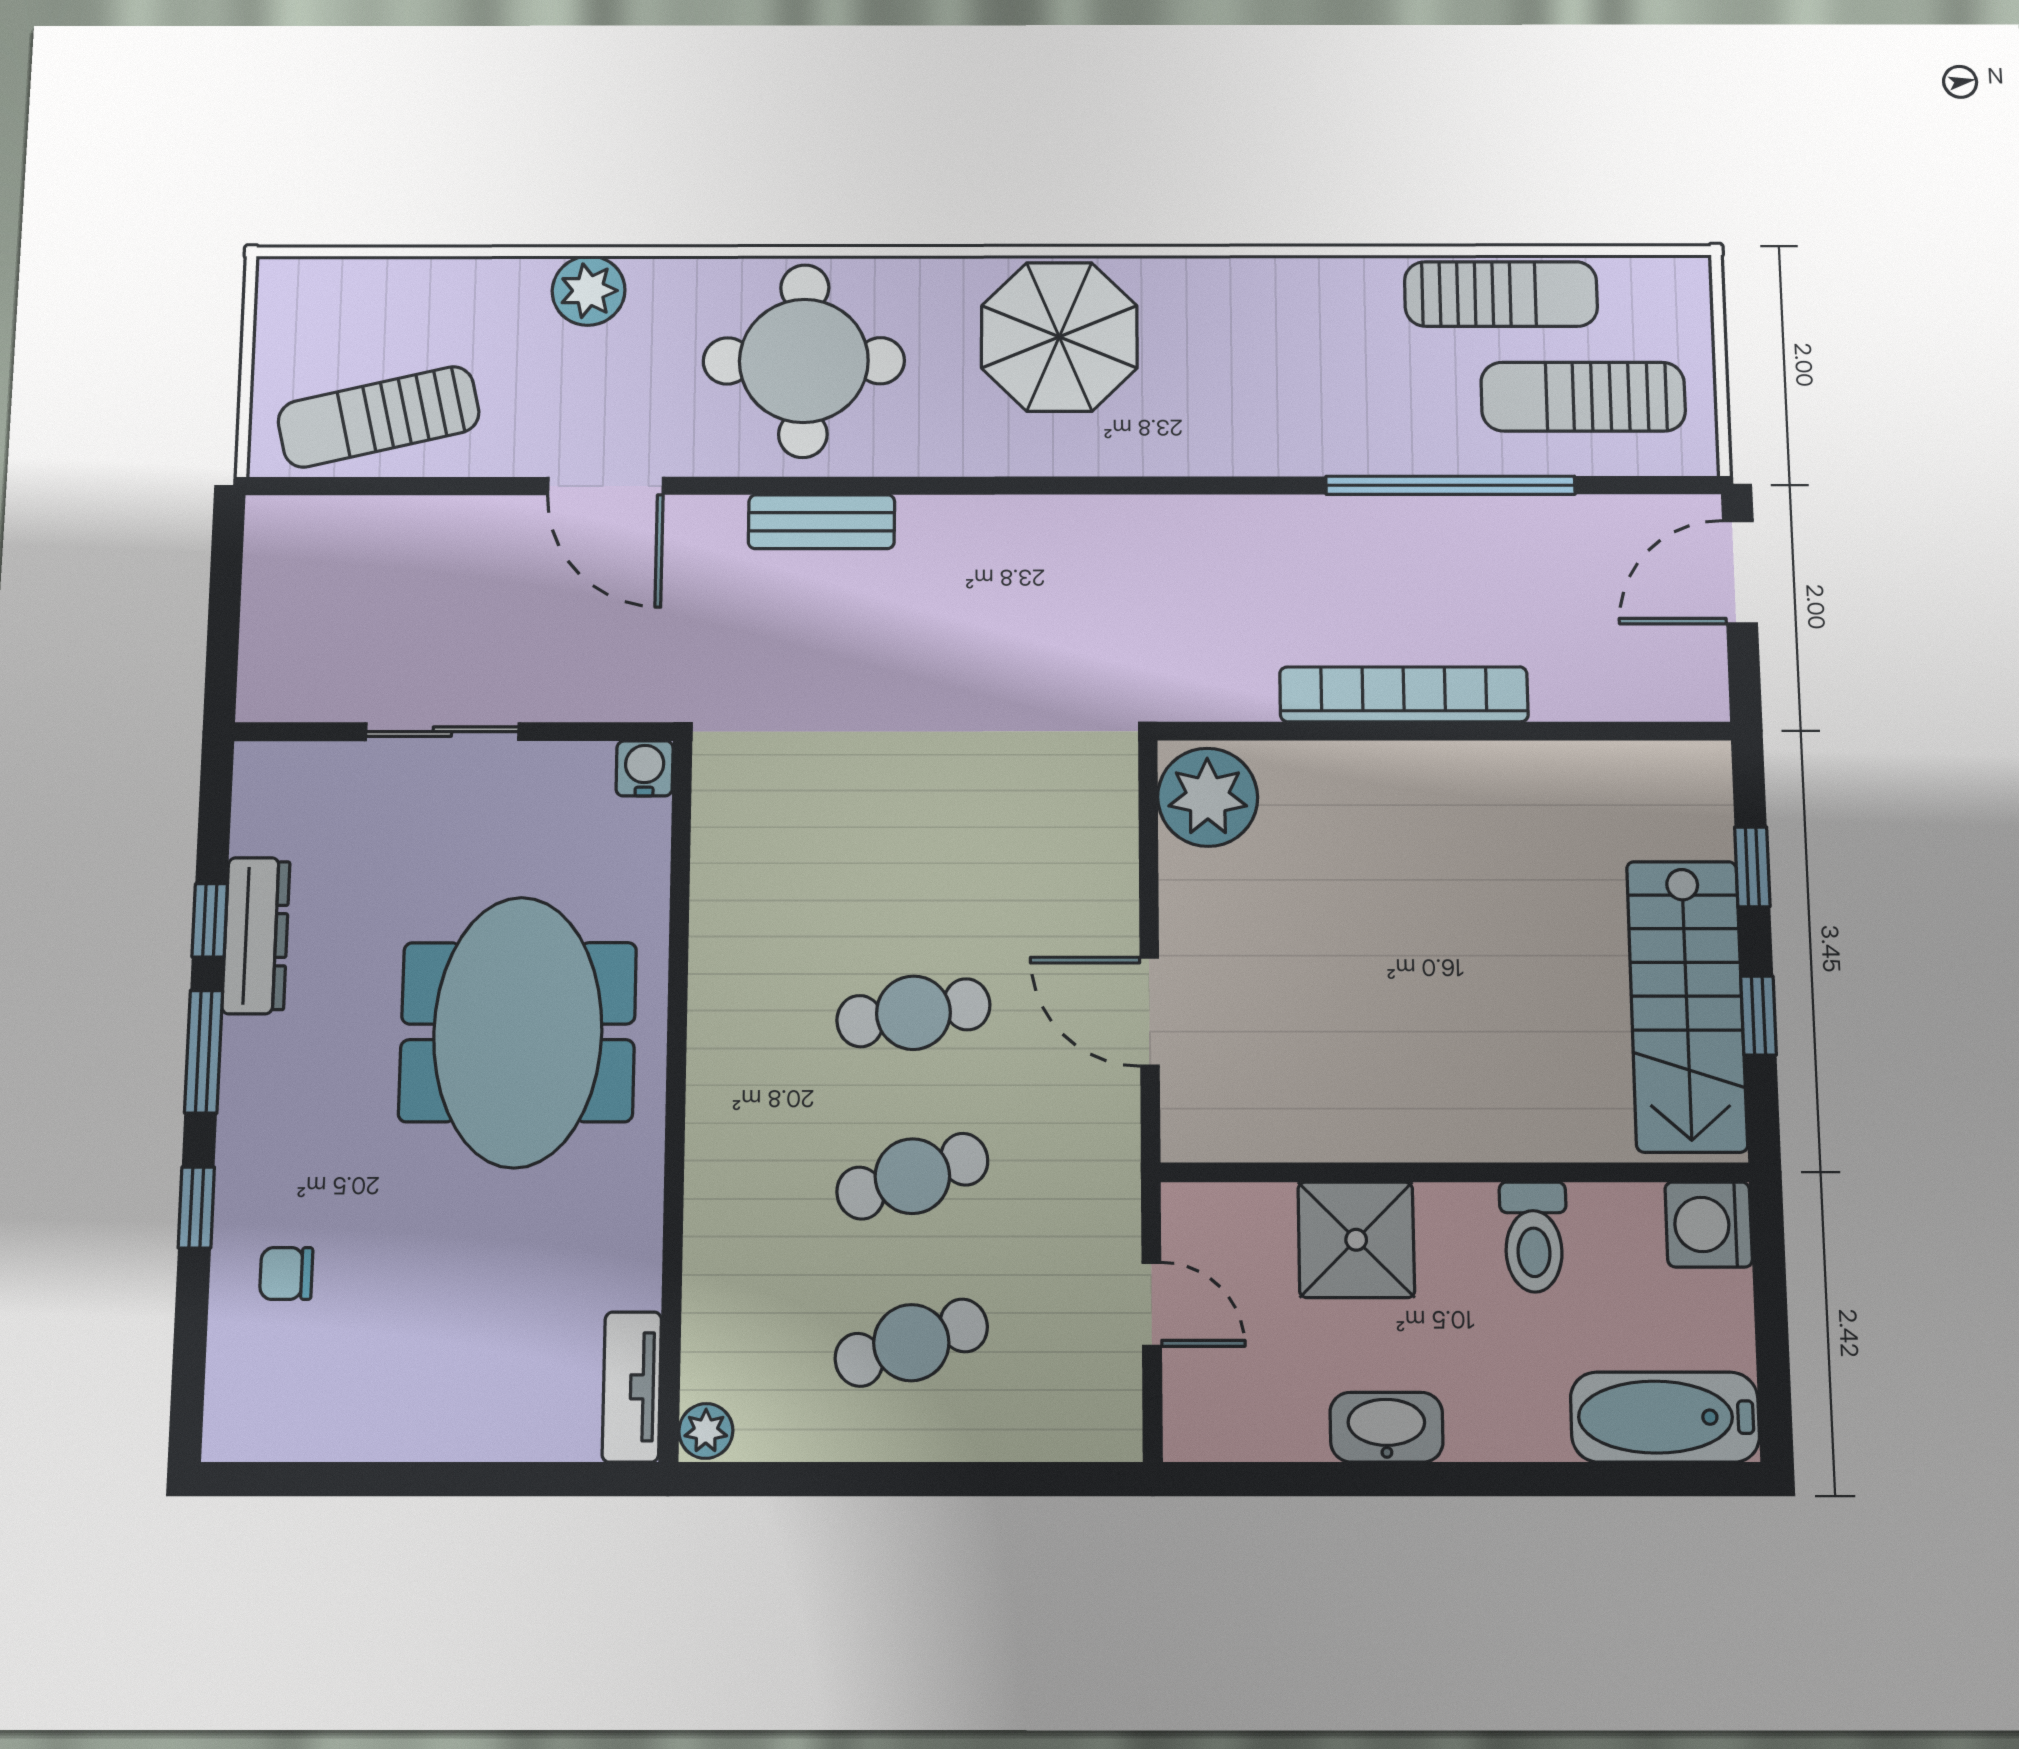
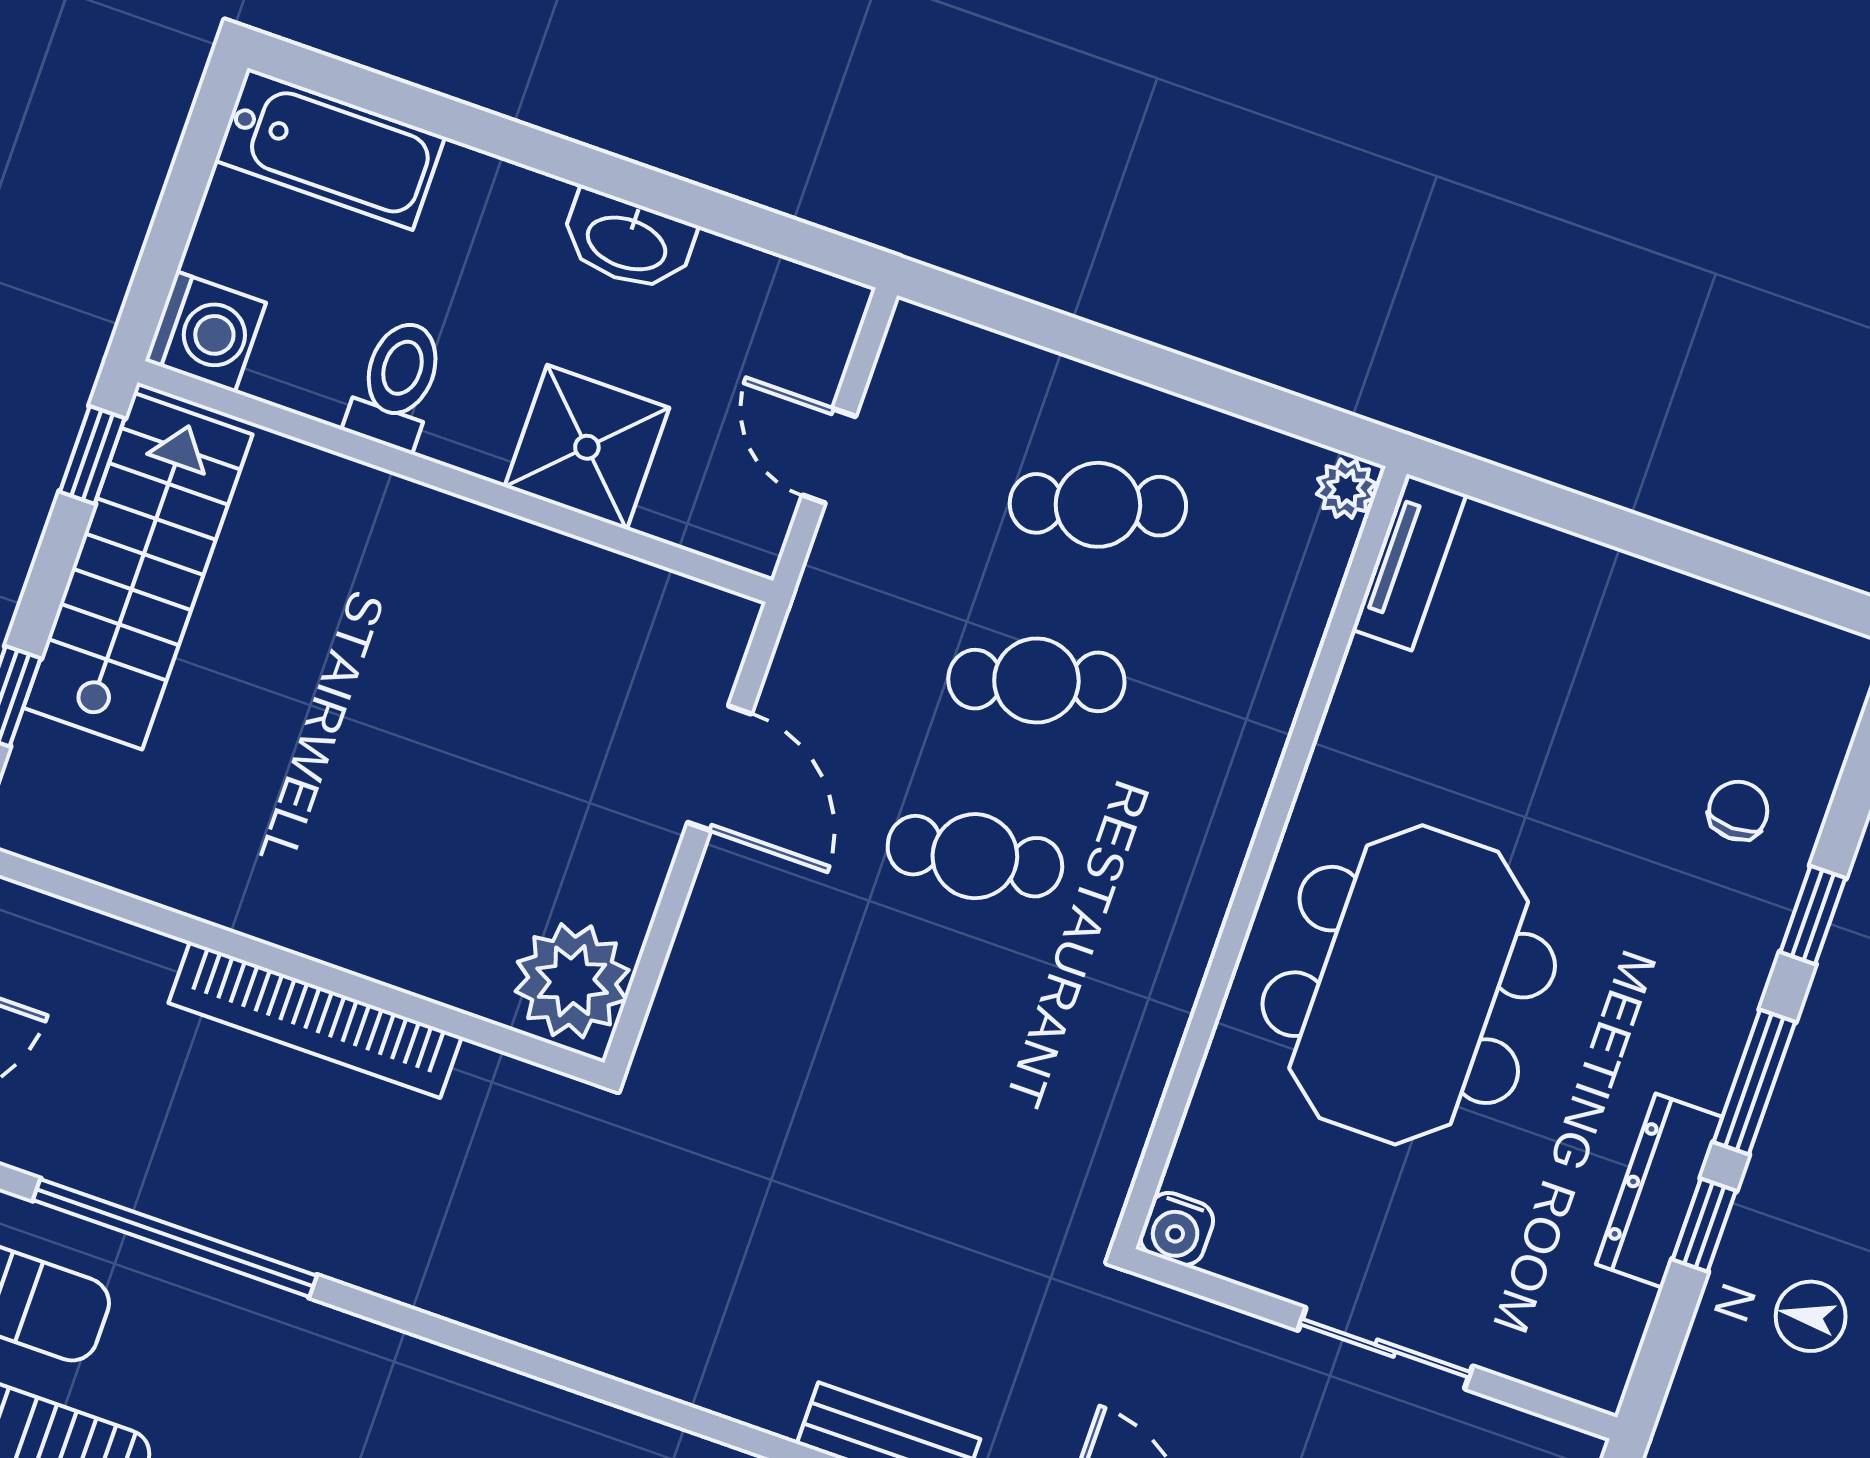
window: (1758, 1016) -> (92, 455), moved
chair: (286, 1273) -> (1738, 811), turned -90

